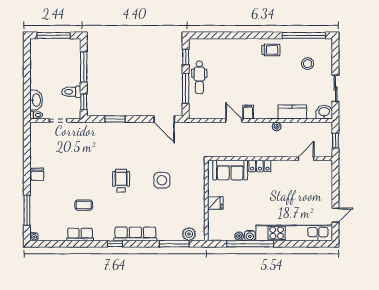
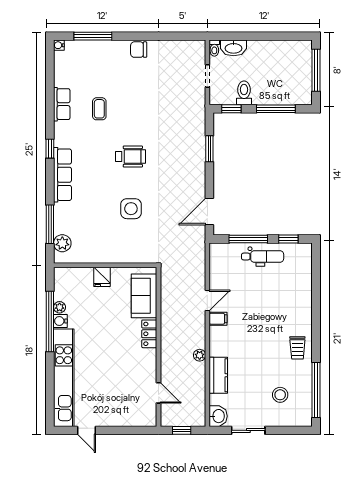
dental chair: (199, 77) -> (263, 256), turned 180

